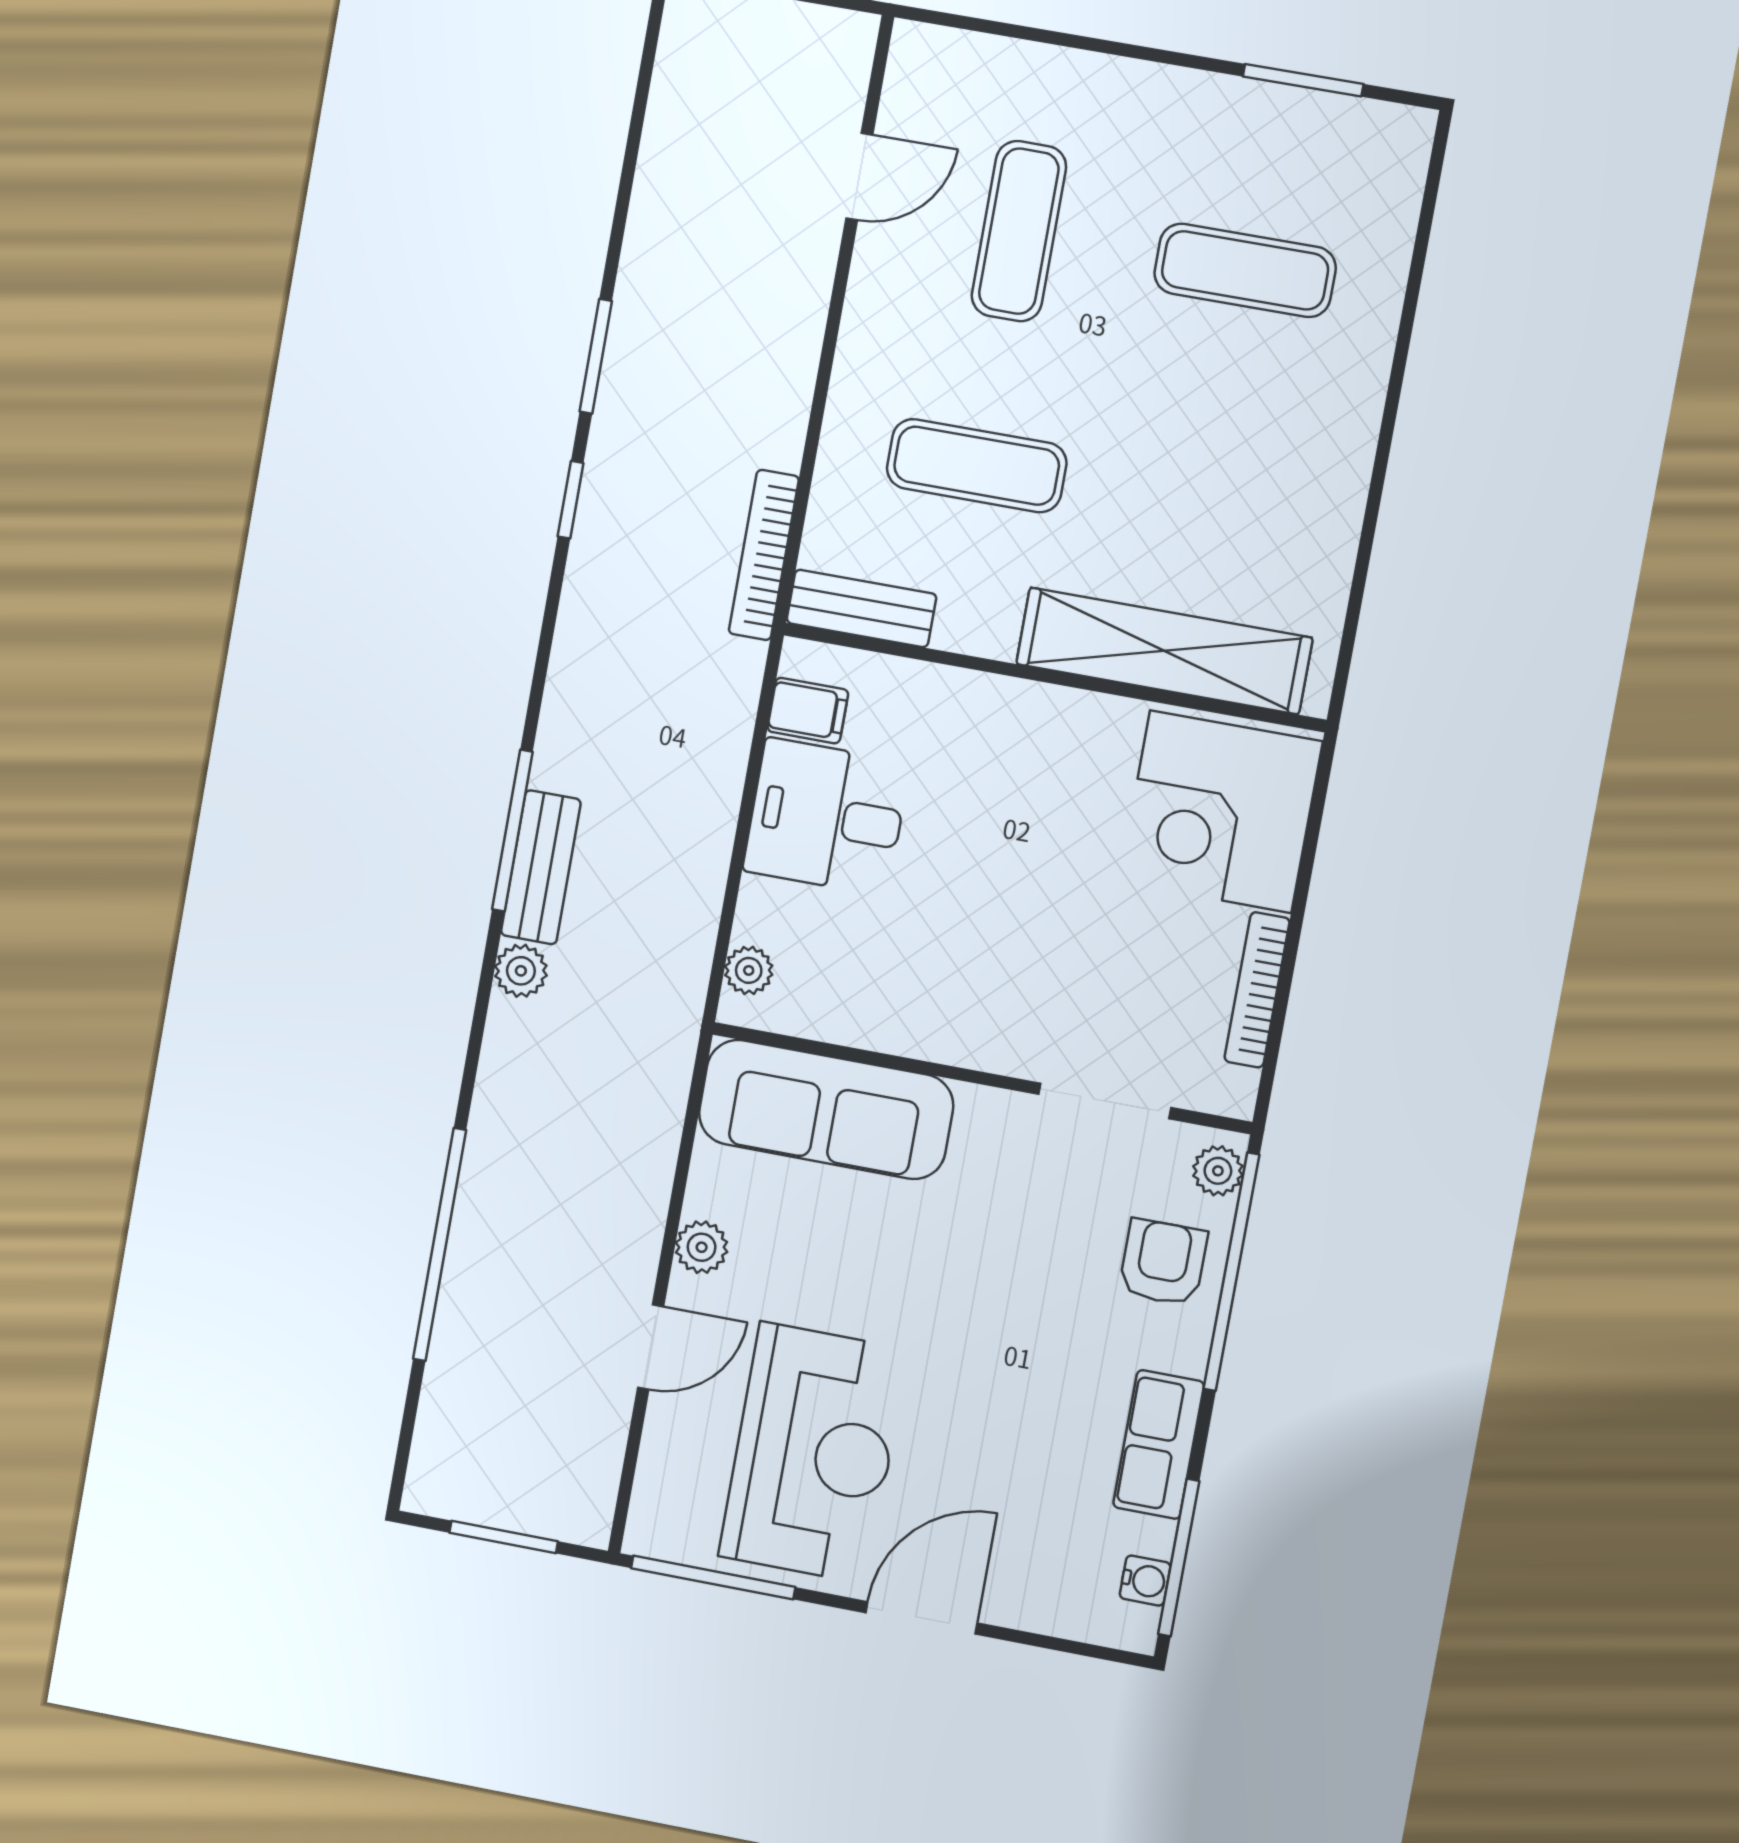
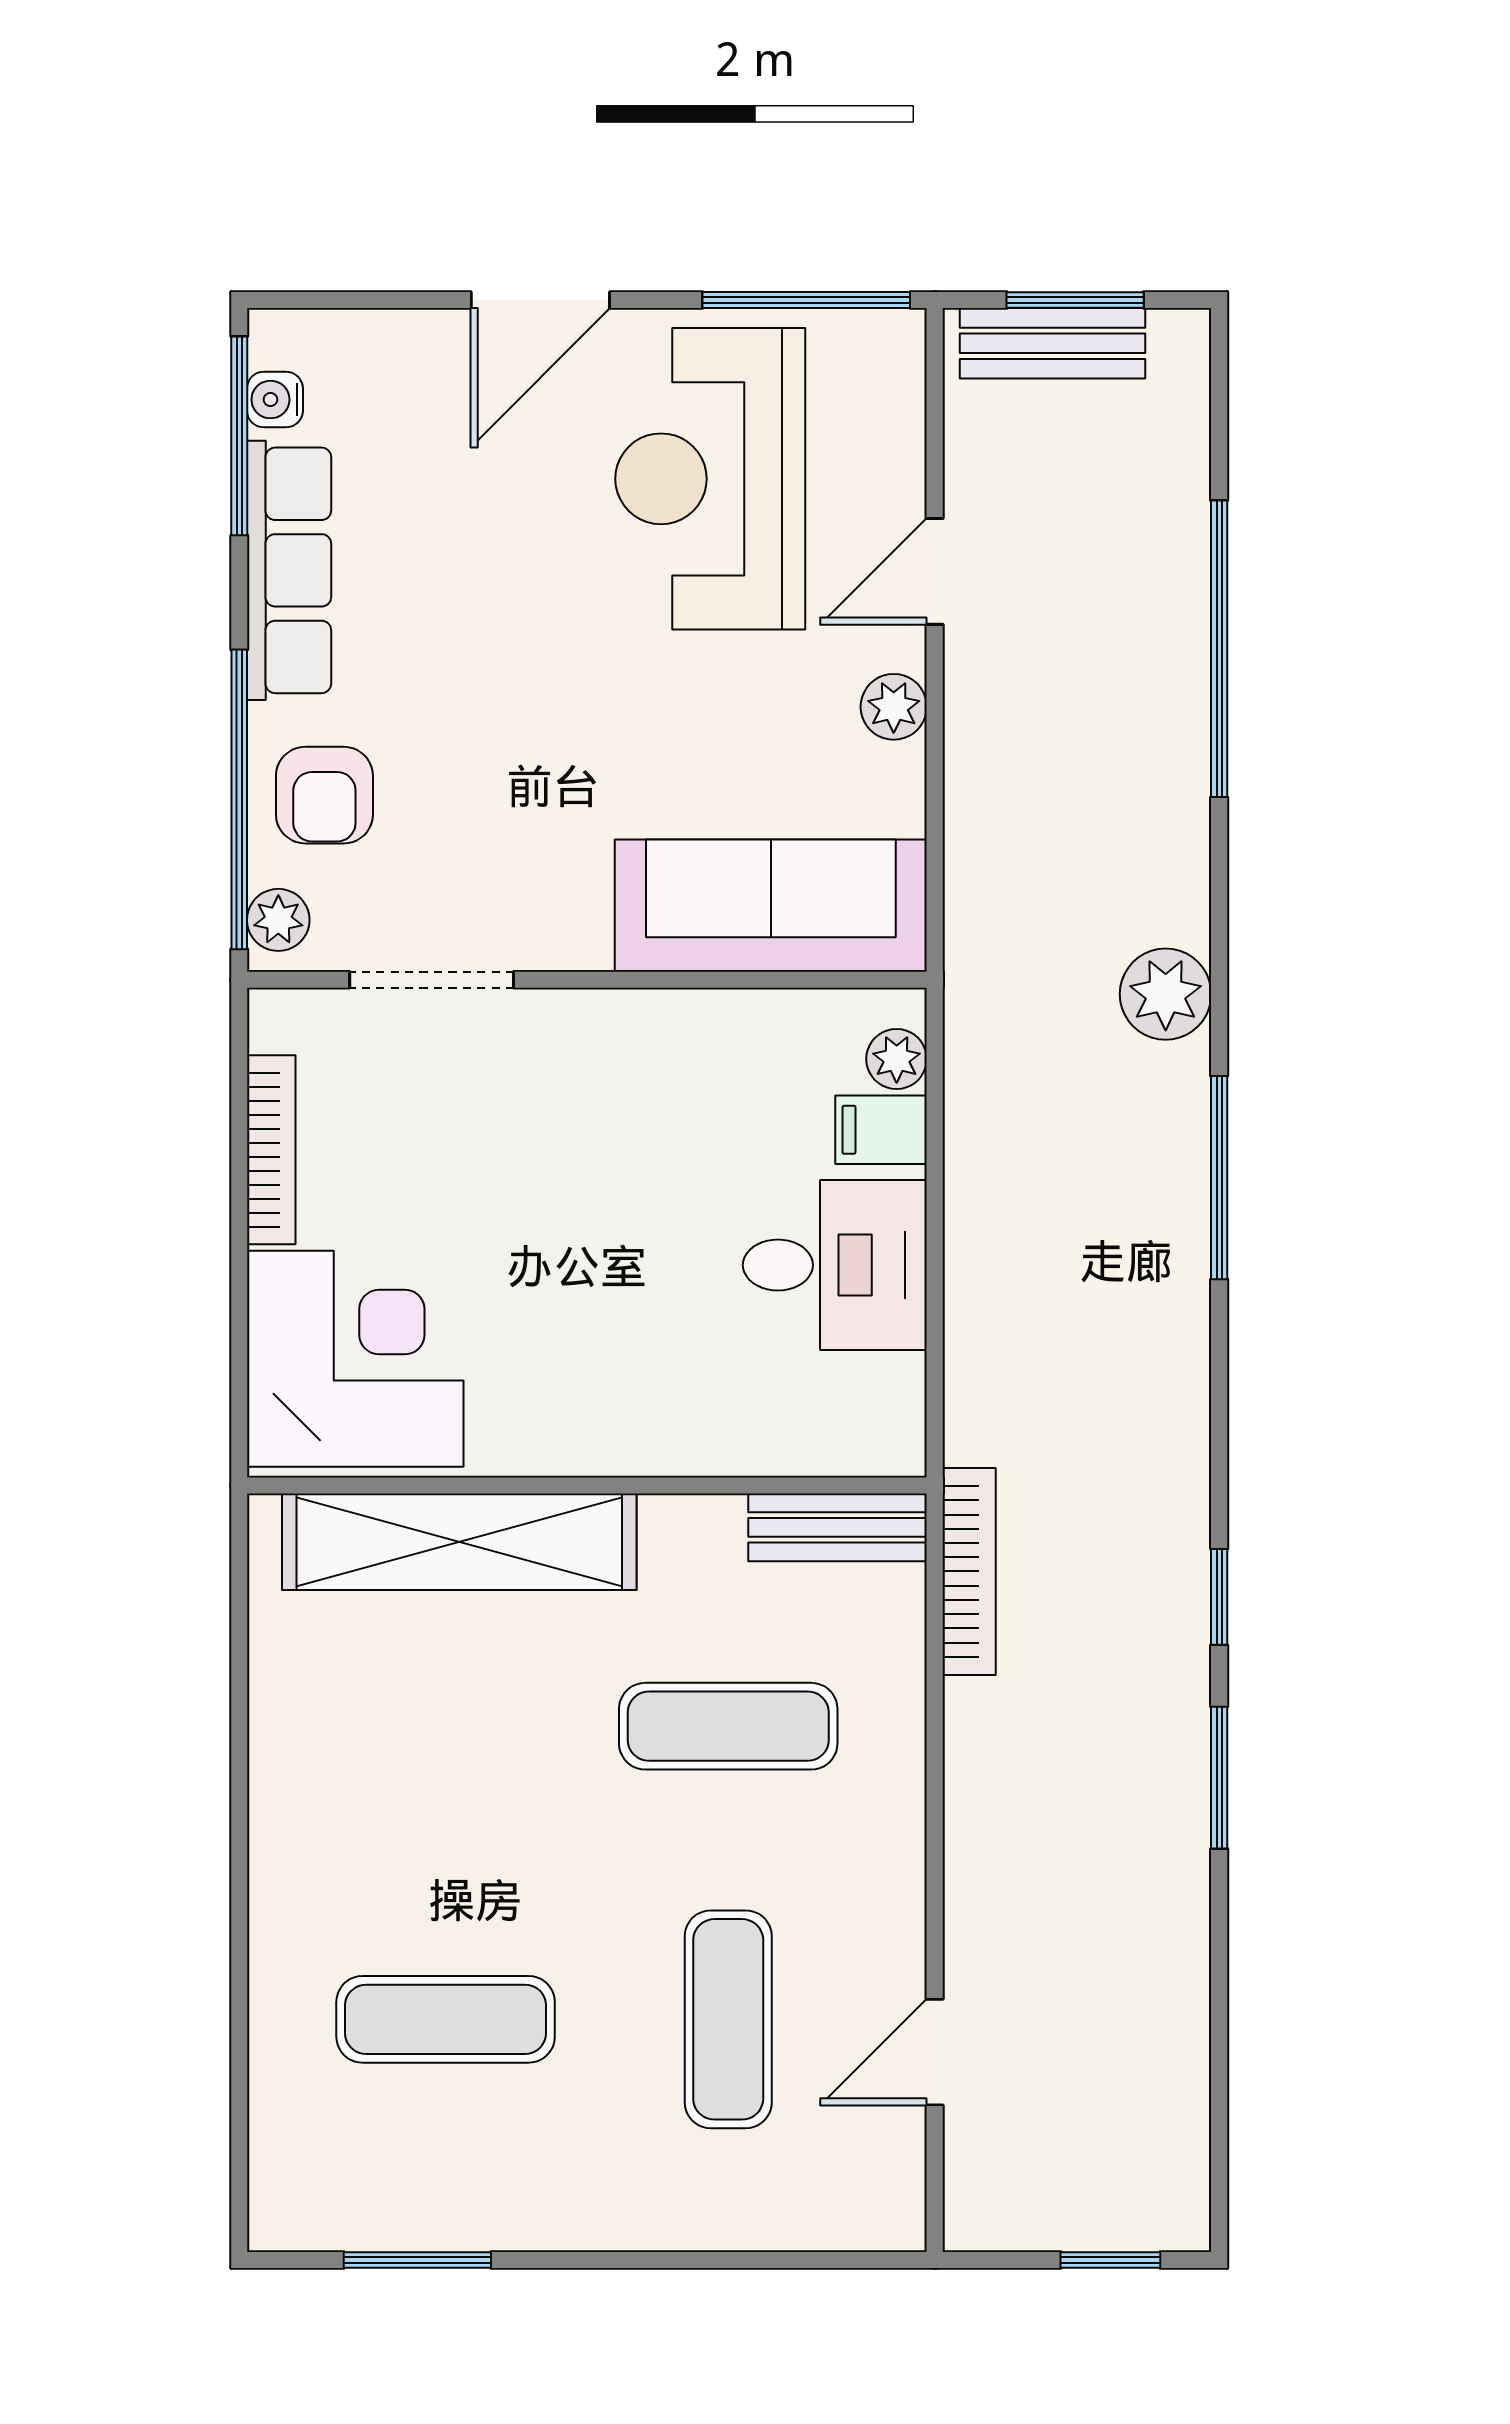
filing cabinet: (808, 711) -> (881, 1130), moved
bench: (541, 867) -> (1052, 343), moved, turned 90
plant: (521, 971) -> (1166, 994), width x1.38, depth x1.38
row of seats: (1159, 1444) -> (289, 570), width x1.48

